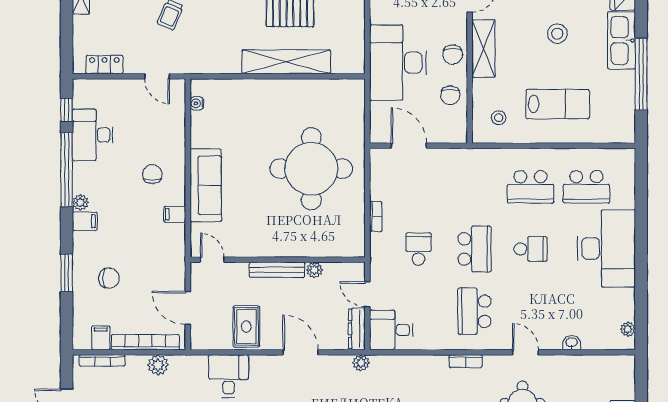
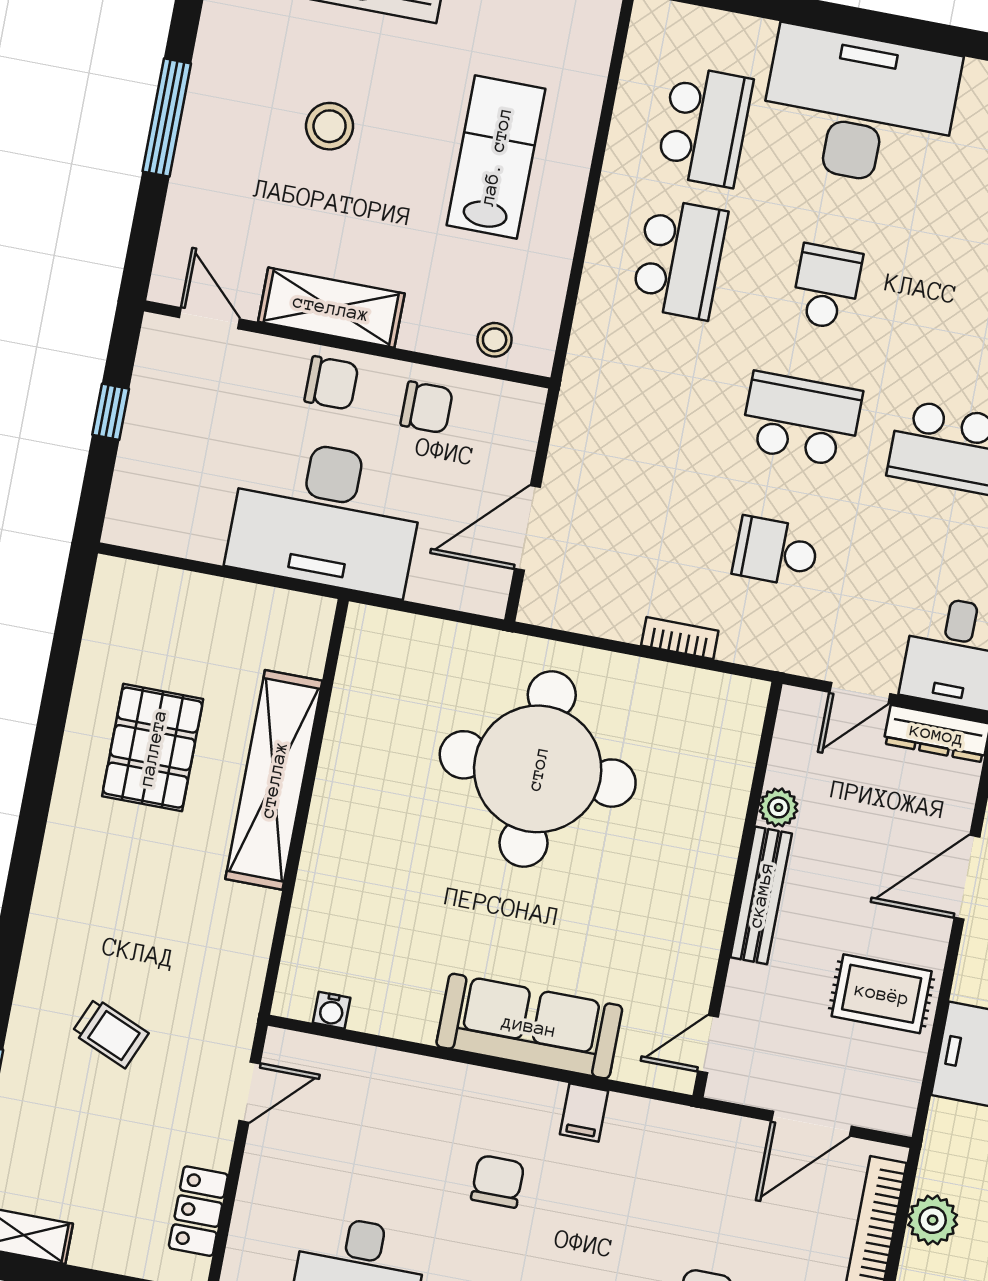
stool: (499, 118) -> (495, 340), moved
chair: (152, 174) -> (498, 1181), moved, turned 90

